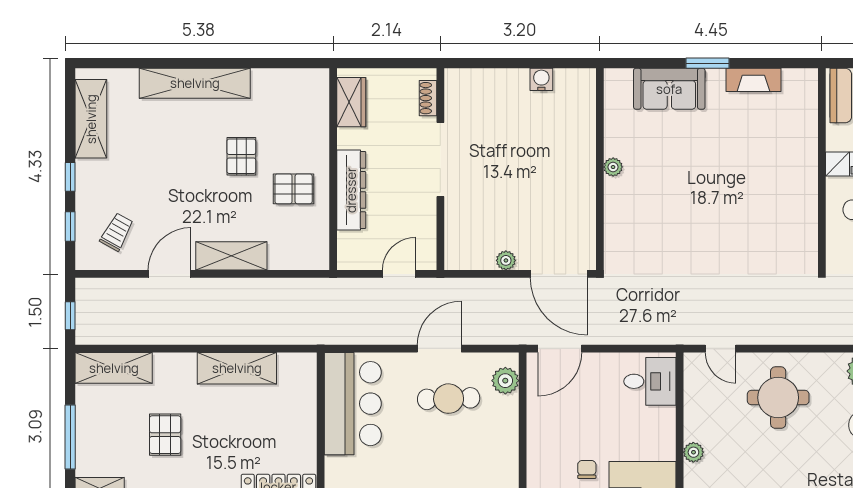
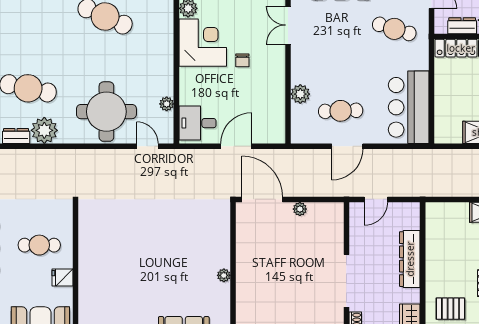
pallet: (294, 189) -> (450, 309), moved
door: (560, 349) -> (236, 146), moved
plant: (505, 381) -> (300, 94), moved
round table: (778, 398) -> (106, 112), width x1.36, depth x1.36
plant: (693, 452) -> (167, 104), moved

